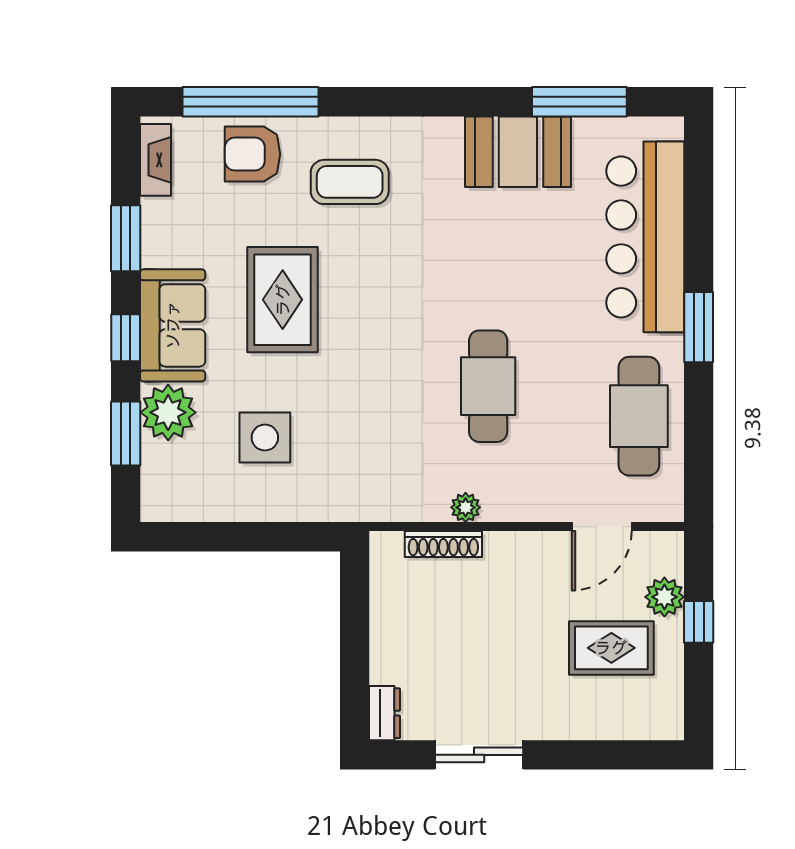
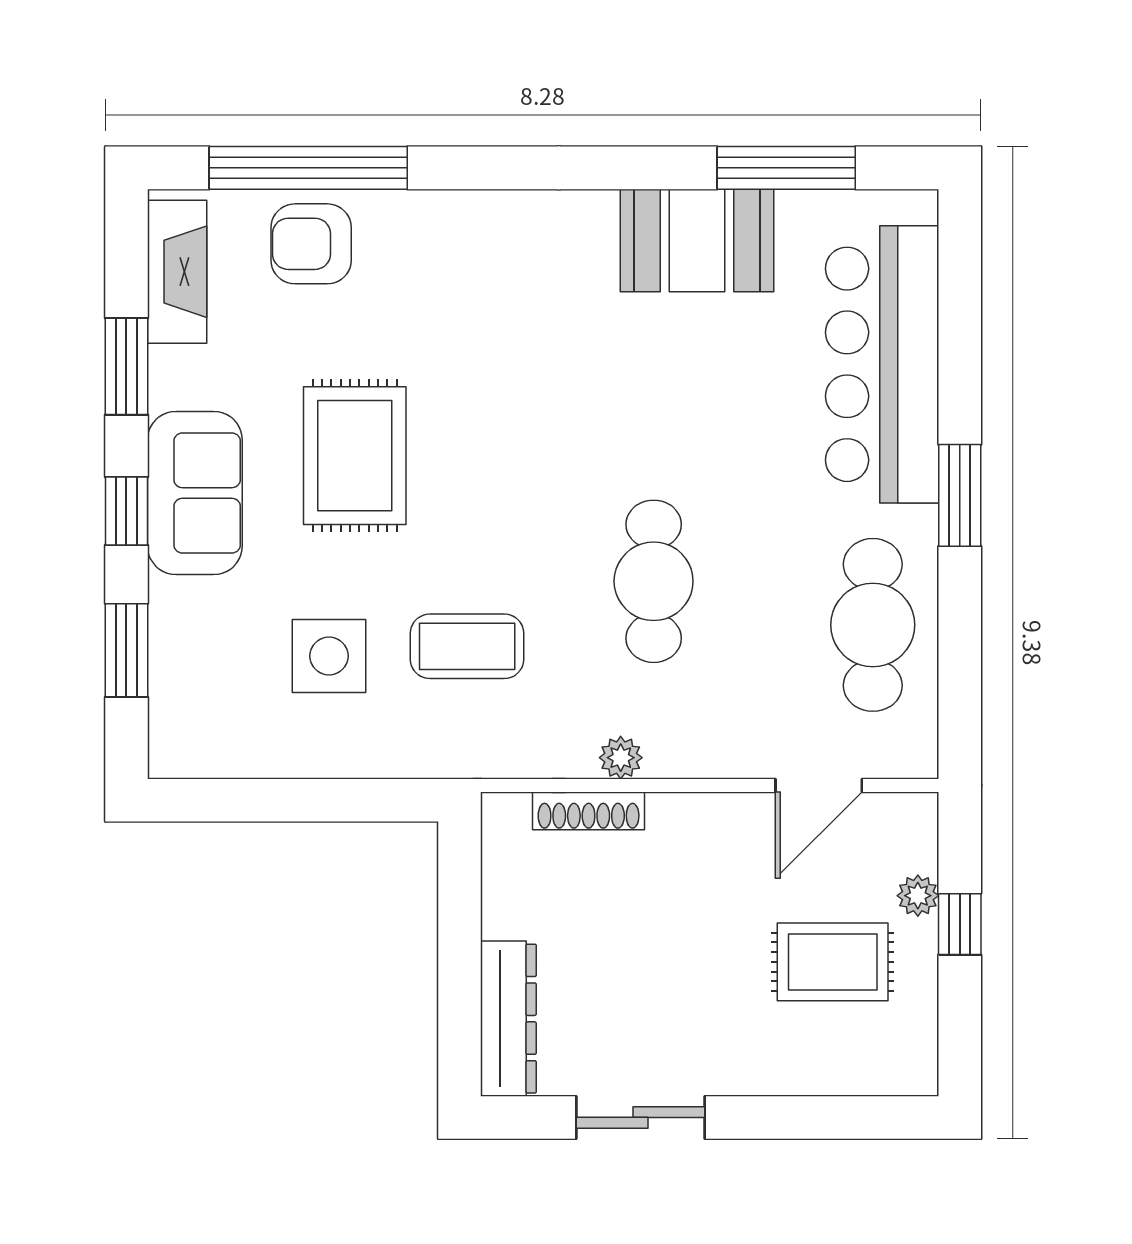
fireplace: (155, 160) -> (177, 272), width x1.37, depth x1.32
coffee table: (350, 182) -> (467, 646), moved
plant: (168, 412) -> (188, 619), removed
plant: (664, 597) -> (918, 896), width x0.73, depth x0.73
dresser: (385, 713) -> (508, 1019), width x1.96, depth x1.24

